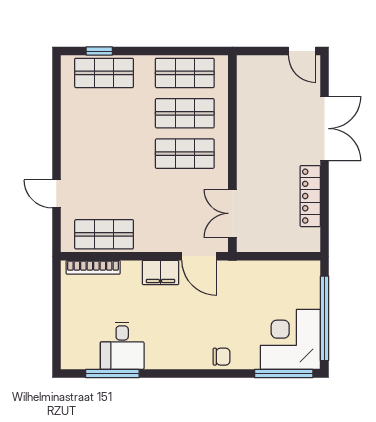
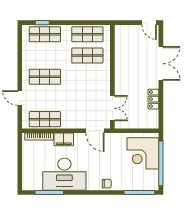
shop shelf: (185, 154) -> (45, 77), moved
locker: (310, 196) -> (153, 99), width x0.66
double door: (232, 213) -> (112, 108), swing flipped
filing cabinet: (160, 273) -> (64, 139), moved
corner desk: (290, 339) -> (143, 153), moved, turned -90
desk: (122, 346) -> (64, 174), width x1.87, depth x1.30

